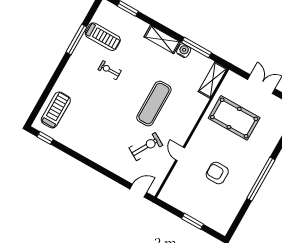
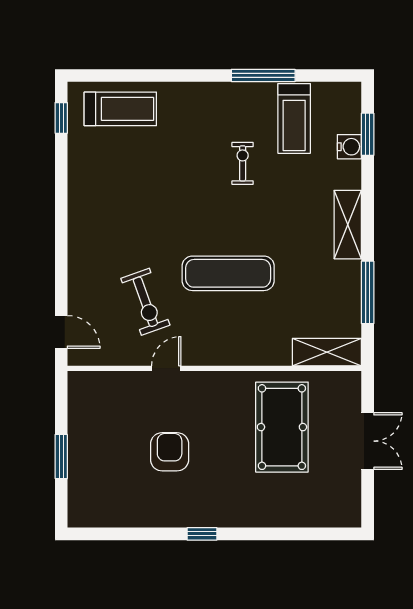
water cooler: (184, 51) -> (349, 147), moved
exercise bike: (146, 147) -> (145, 302), turned 40
window: (261, 179) -> (202, 534), width x0.32

